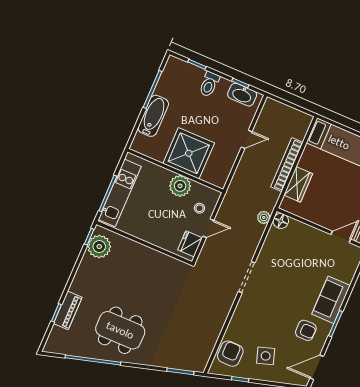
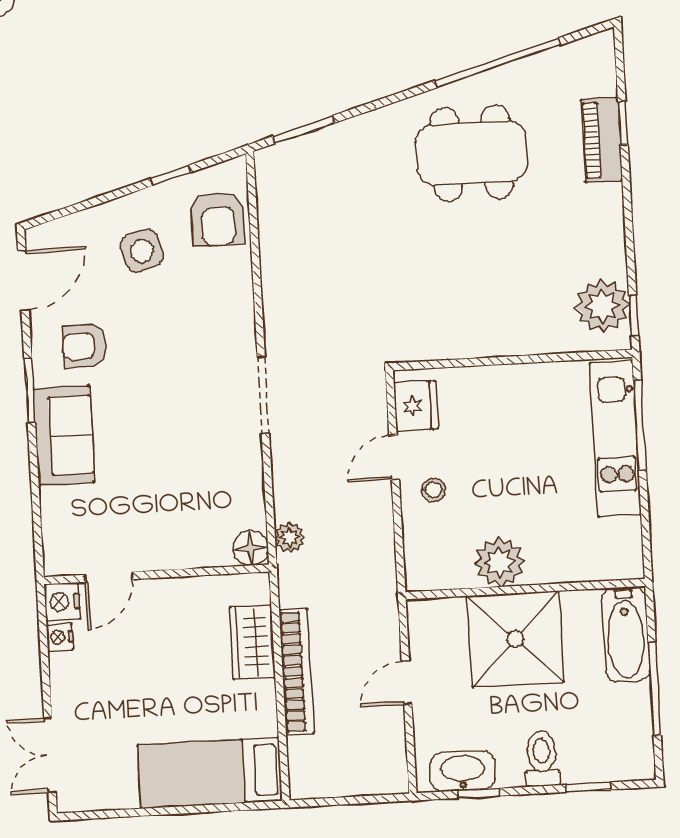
shower: (189, 153) -> (515, 639), moved
wall: (175, 171) -> (525, 589), moved
plant: (180, 186) -> (499, 562), moved

